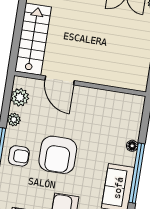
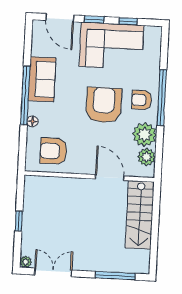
armchair: (114, 113) -> (53, 151), added
plant: (14, 119) -> (145, 135), width x1.88, depth x1.88

